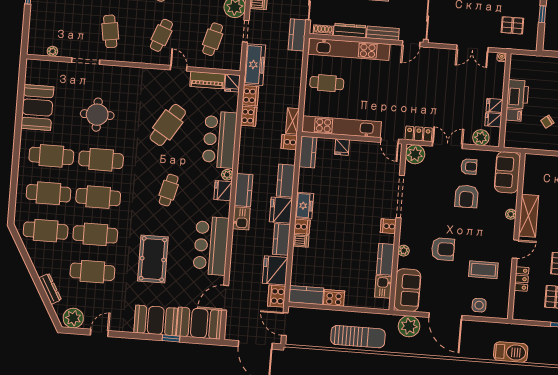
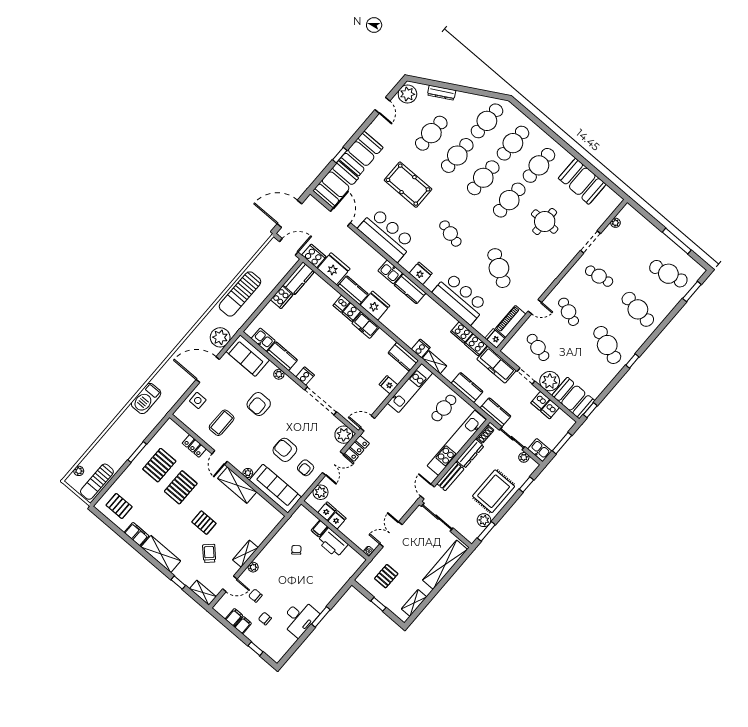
kitchen unit: (342, 127) -> (410, 388), width x0.73
sofa: (507, 172) -> (275, 489), width x1.36
plant: (227, 175) -> (430, 285), removed
kitchen counter: (286, 181) -> (467, 387), moved

